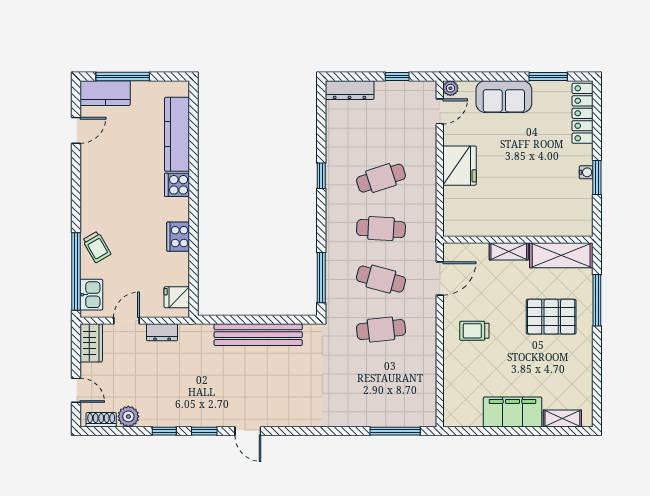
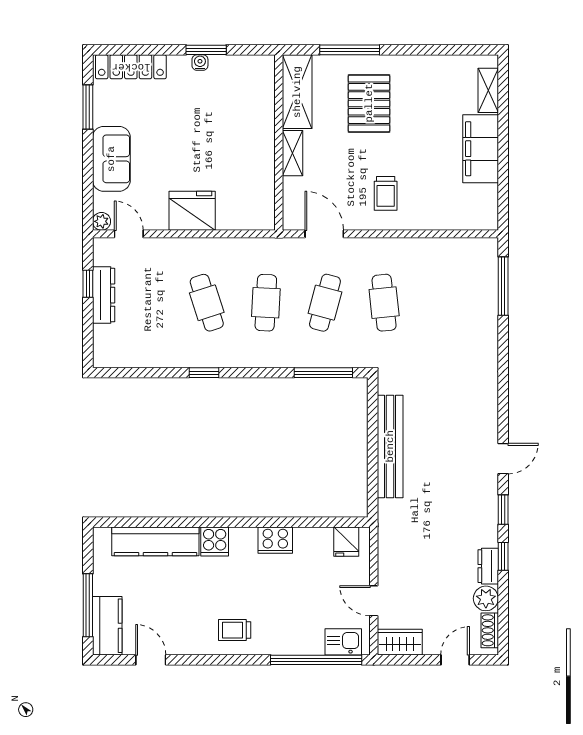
dresser: (350, 90) -> (104, 295), moved
trolley: (97, 247) -> (235, 630), moved, turned -150
dresser: (162, 332) -> (488, 566), moved, turned 180

